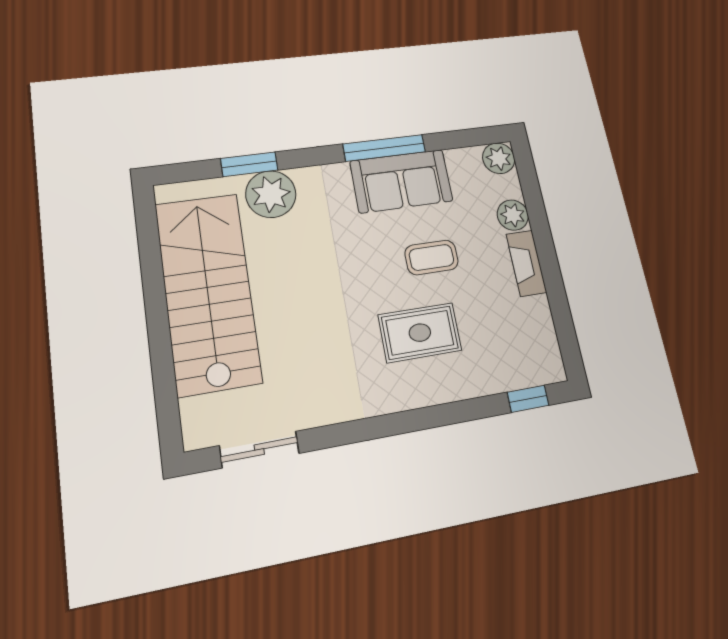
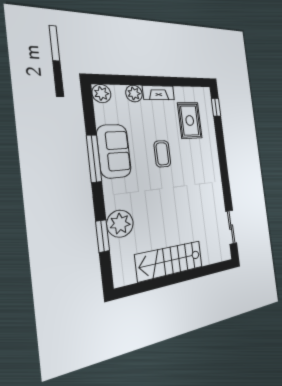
coffee table: (431, 257) -> (162, 154), moved
stairs: (208, 292) -> (170, 261), width x0.73, depth x0.66
rug: (420, 333) -> (190, 120), moved

